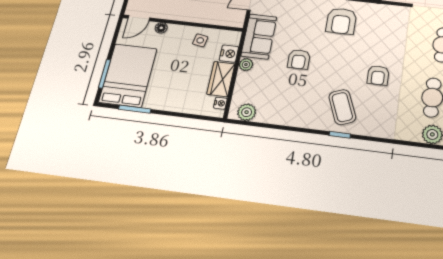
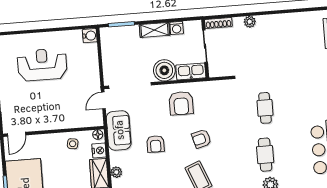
floor lamp: (161, 28) -> (98, 135), moved
plant: (246, 65) -> (116, 172), moved
armchair: (378, 75) -> (201, 139), moved, turned 75

